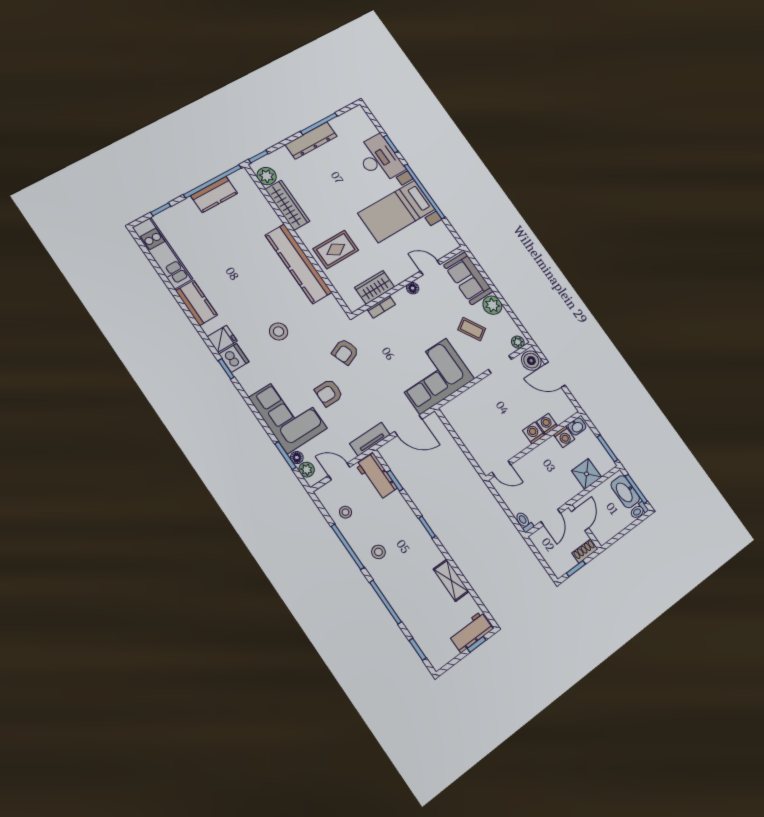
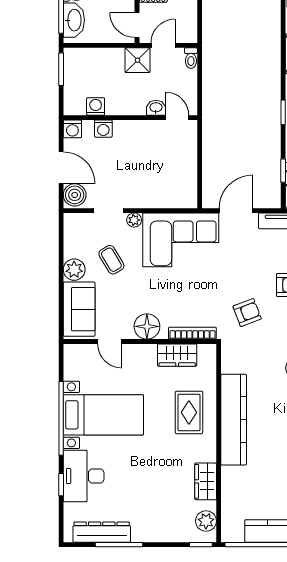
dresser: (311, 140) -> (102, 532), moved
wardrobe: (287, 205) -> (206, 481), width x0.67
rug: (336, 250) -> (189, 412), turned 90
floor lamp: (413, 288) -> (147, 326), width x1.89, depth x1.89
bookcase: (381, 307) -> (192, 333), width x1.56
plant: (518, 342) -> (134, 220), moved
door: (408, 425) -> (236, 211), hinge flipped
washbasin: (577, 426) -> (156, 108), moved
washing machine: (534, 433) -> (72, 129), moved
shower: (586, 474) -> (138, 60), moved
door: (580, 520) -> (137, 25), hinge flipped

